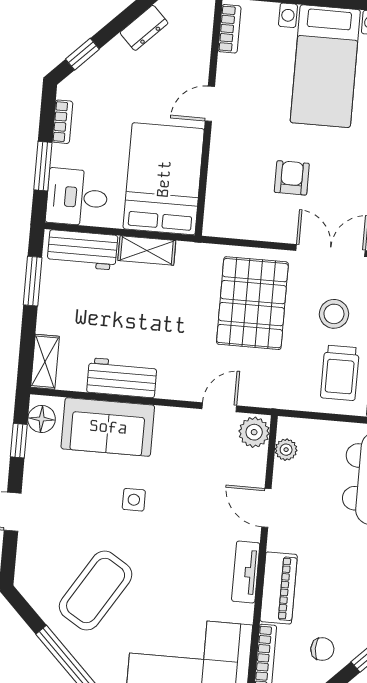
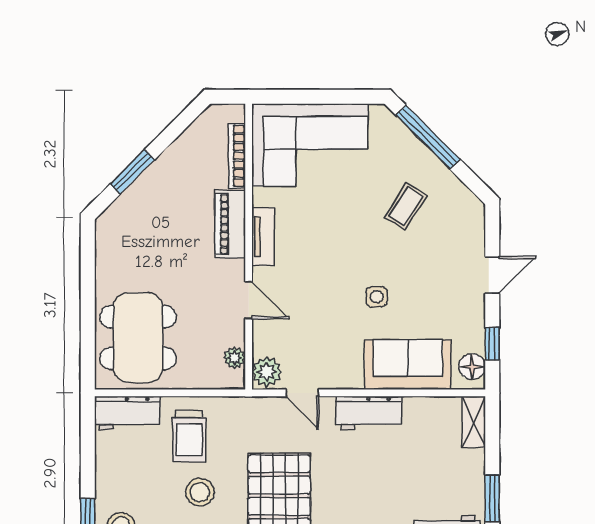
trolley: (340, 373) -> (189, 436), turned 180
workbench: (122, 378) -> (369, 413), moved
door: (219, 407) -> (302, 393), hinge flipped
coffee table: (96, 591) -> (406, 206), width x0.54, depth x0.58
chair: (322, 649) -> (183, 169), removed

